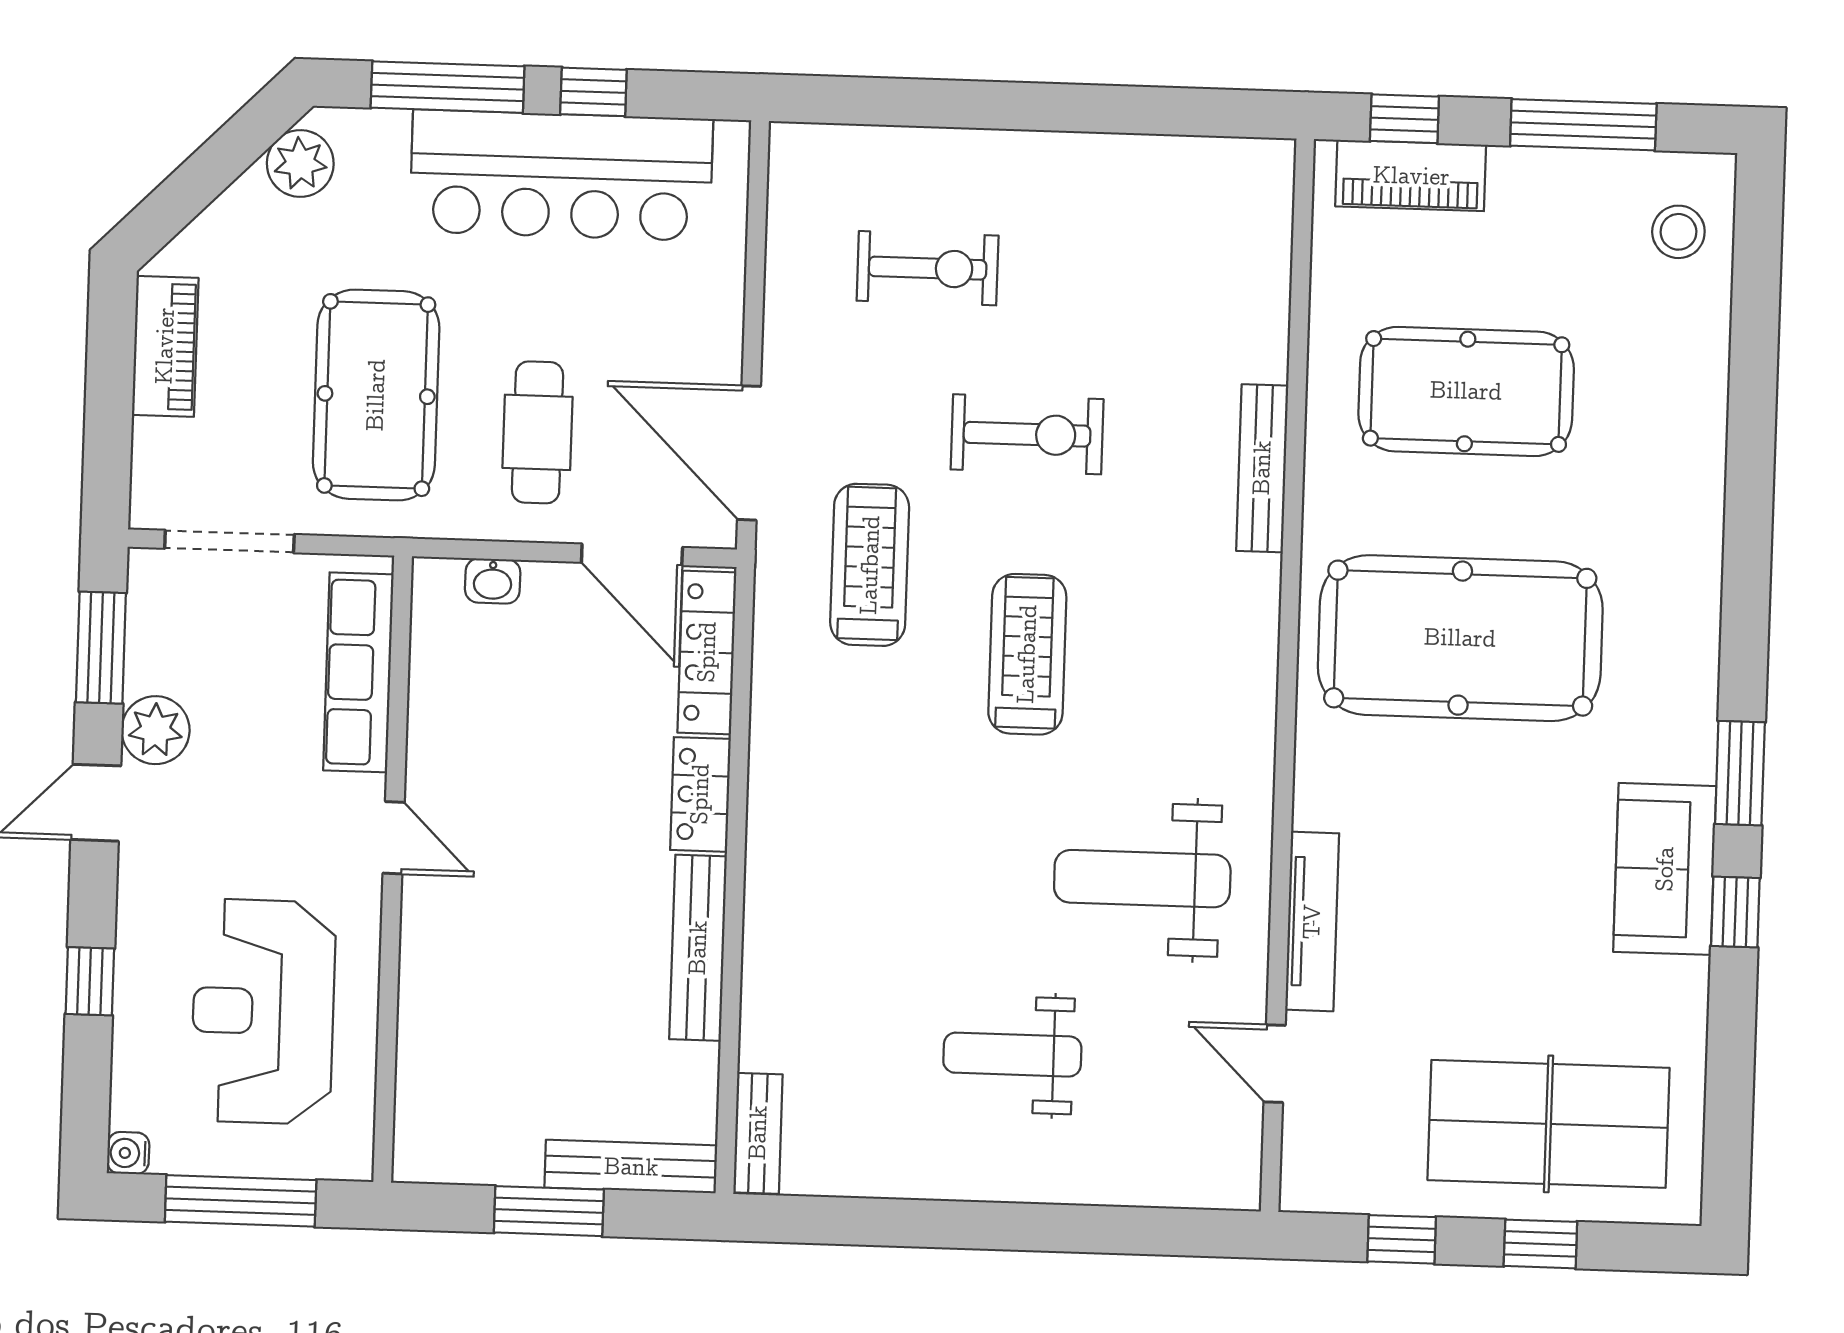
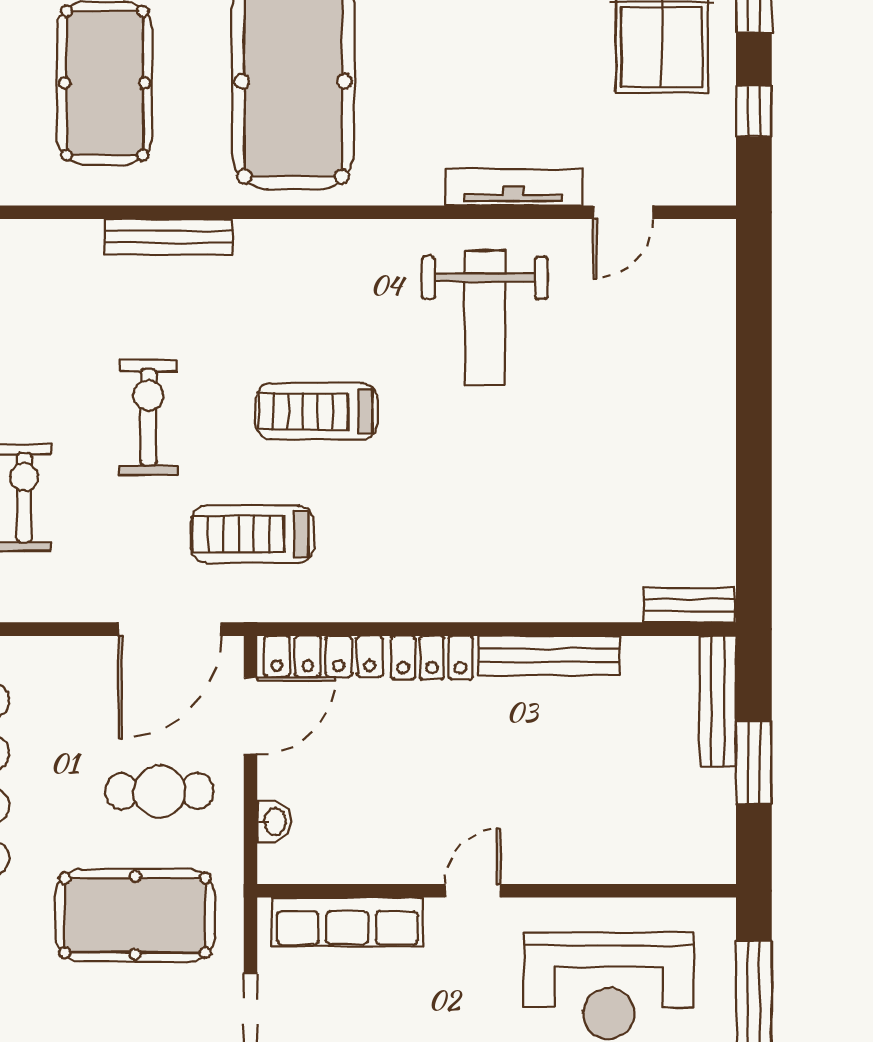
weight bench: (1012, 1055) -> (623, 413), removed

